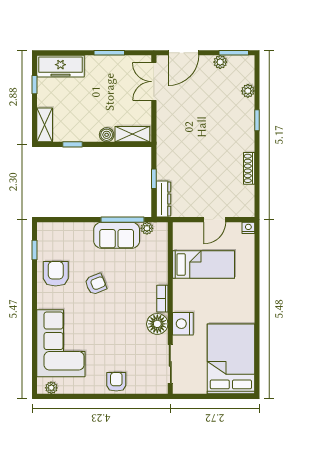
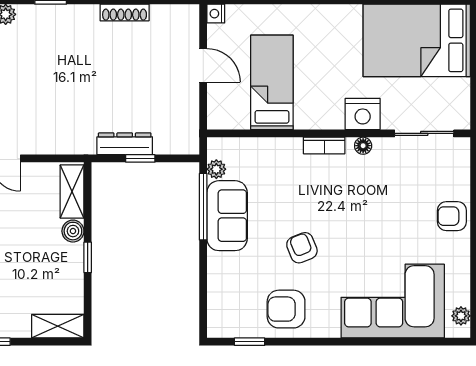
window: (72, 144) -> (88, 257), moved
dresser: (163, 199) -> (125, 144), moved
floor lamp: (157, 324) -> (363, 146), width x0.53, depth x0.53

